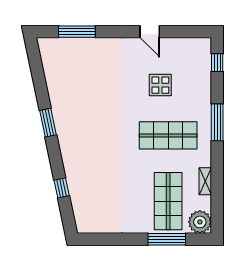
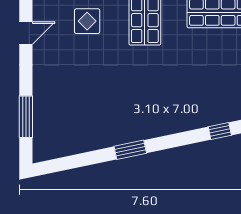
window: (62, 188) -> (220, 131), moved

